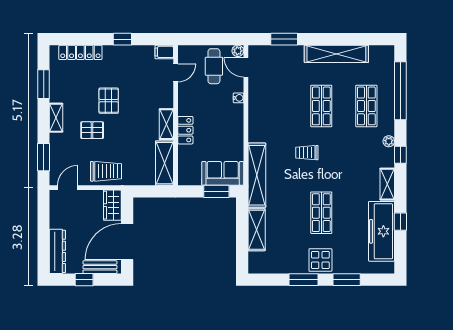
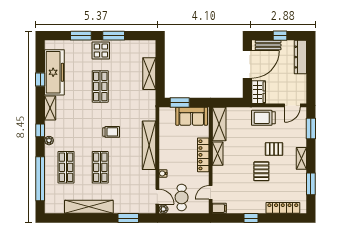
locker: (185, 130) -> (203, 155), width x1.53
sofa: (223, 173) -> (192, 116), moved
shelving: (257, 175) -> (149, 145), moved

